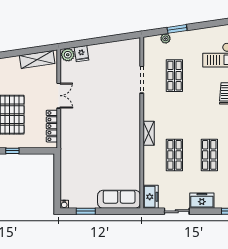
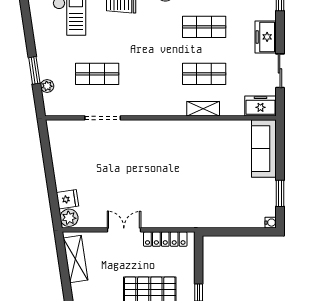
shelving: (149, 133) -> (203, 109), moved

